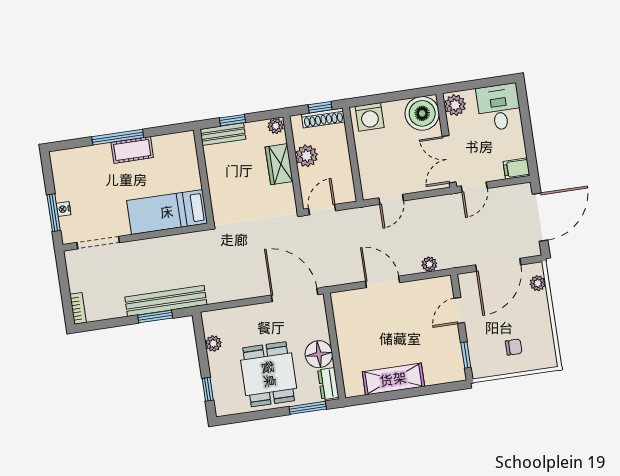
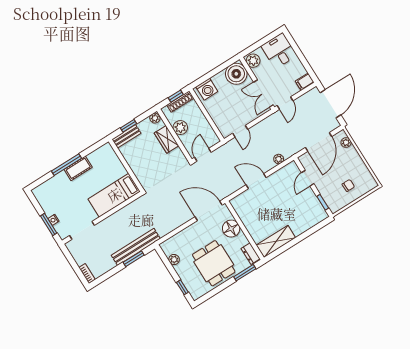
floor lamp: (319, 354) -> (231, 229), moved
shelving: (393, 379) -> (276, 241), moved

